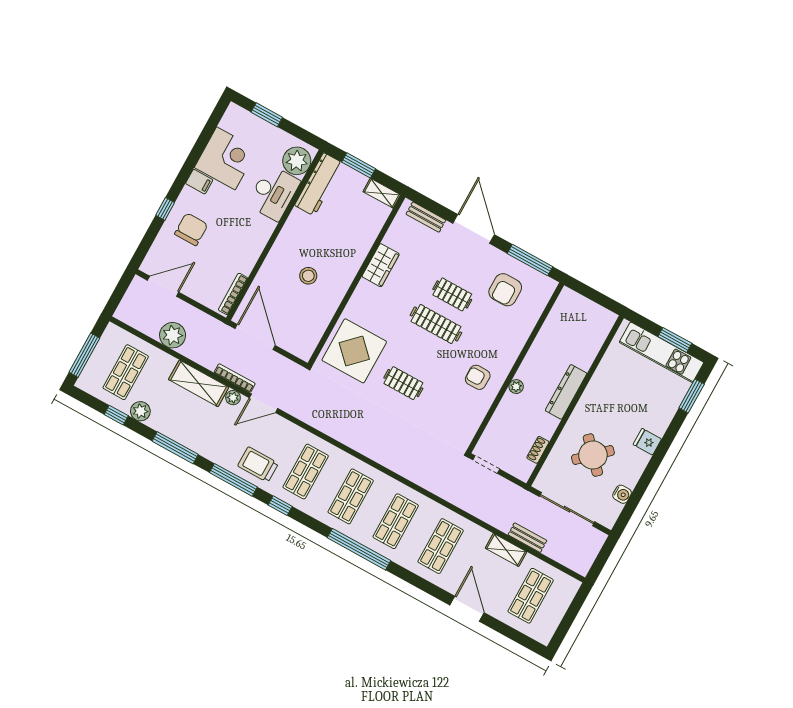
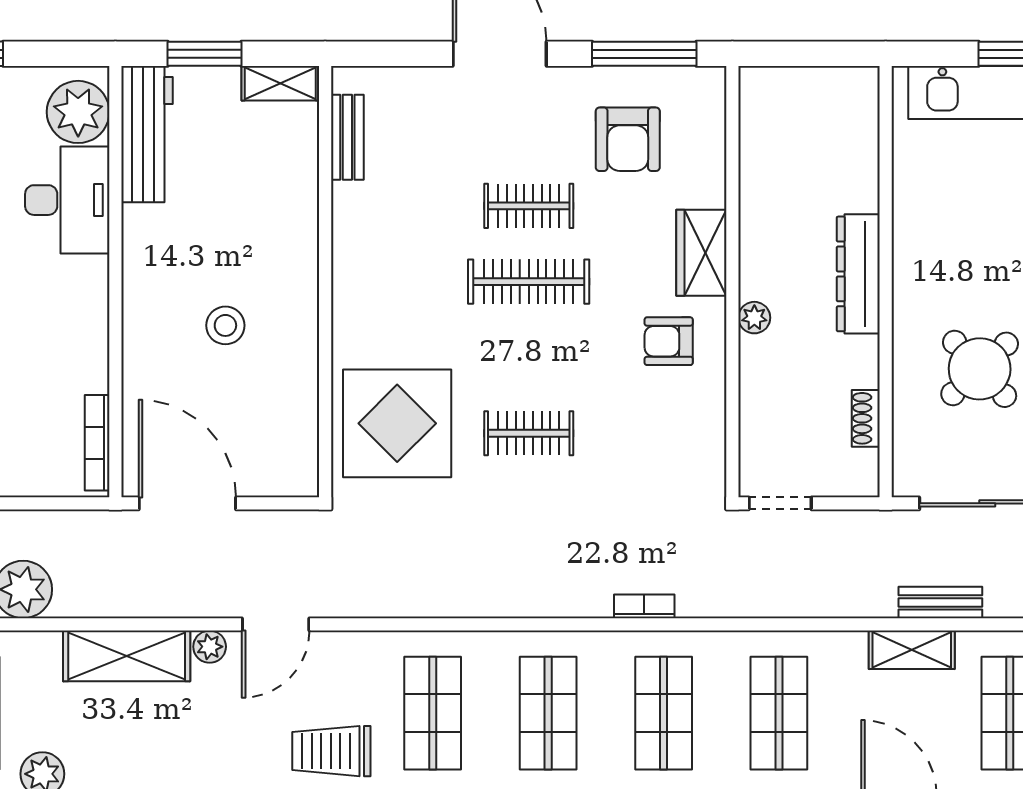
bench: (426, 217) -> (347, 137), moved, turned 90
wardrobe: (381, 265) -> (701, 253), moved, turned 180
bookcase: (235, 378) -> (644, 606), moved, width x0.64

